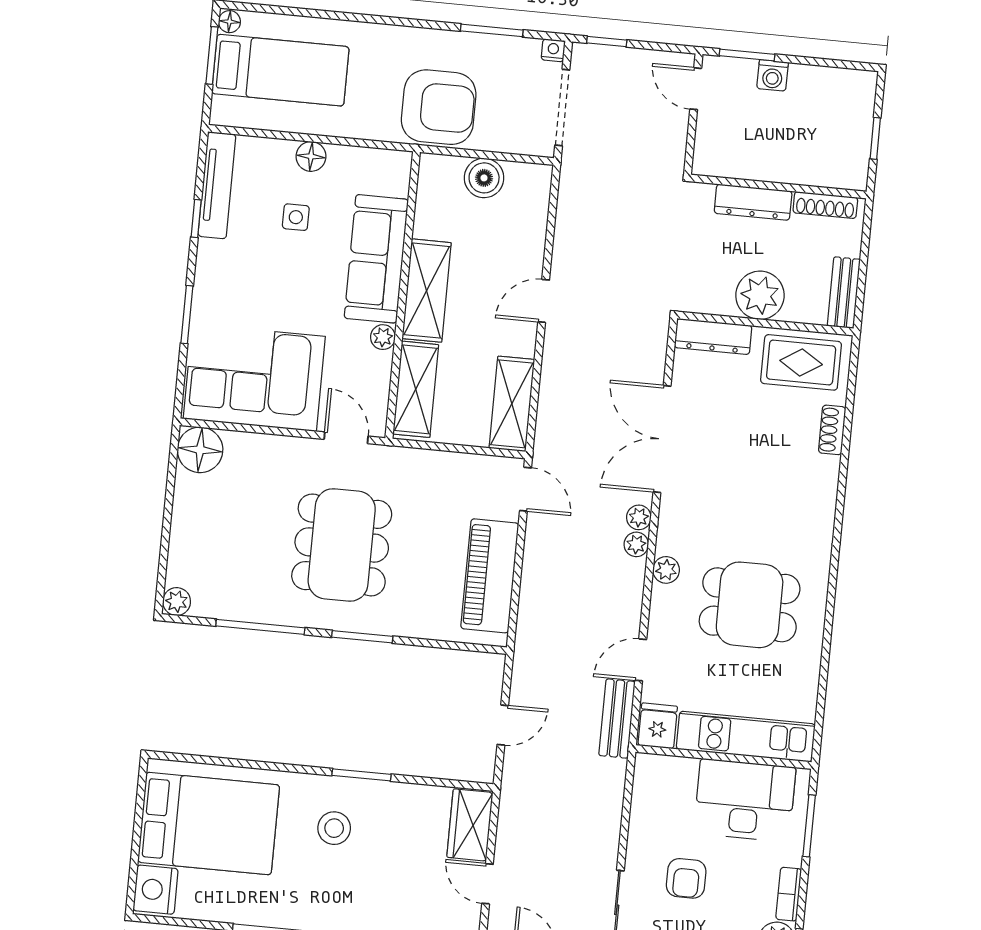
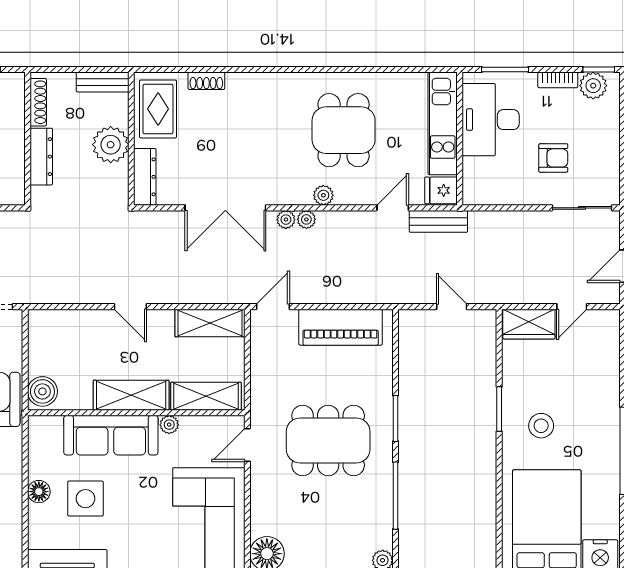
boiler: (484, 178) -> (42, 391), moved
side table: (296, 217) -> (85, 499), width x1.87, depth x1.87
door: (641, 660) -> (393, 208), swing flipped

